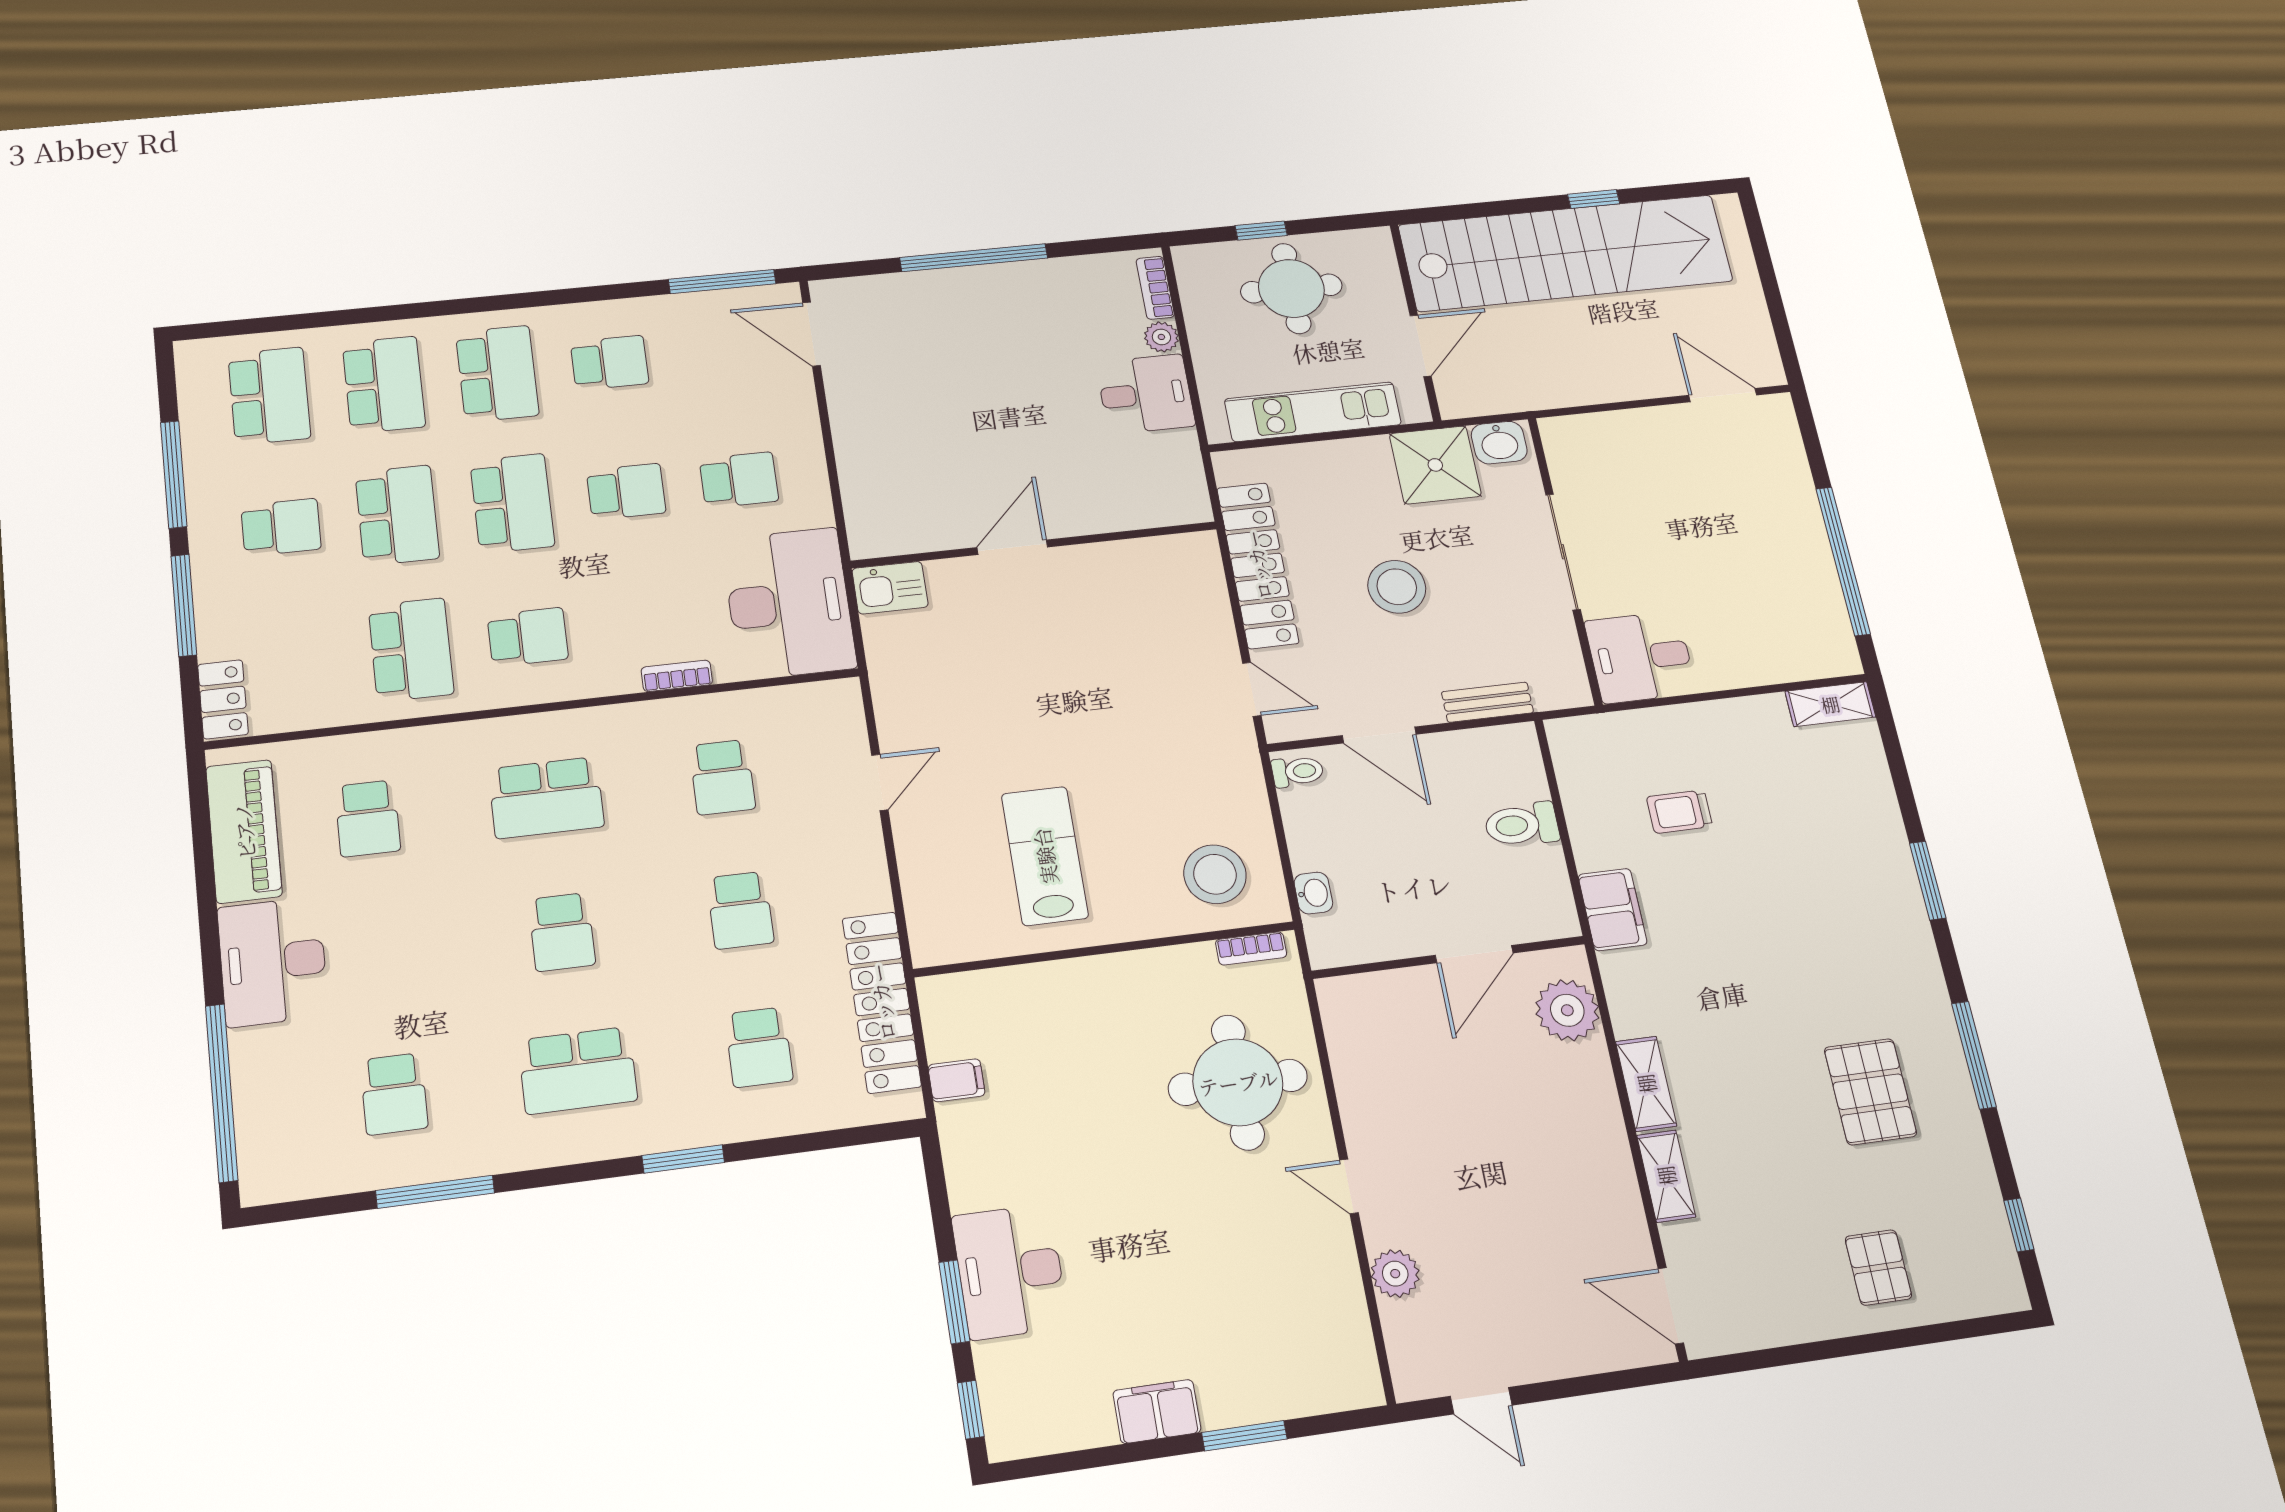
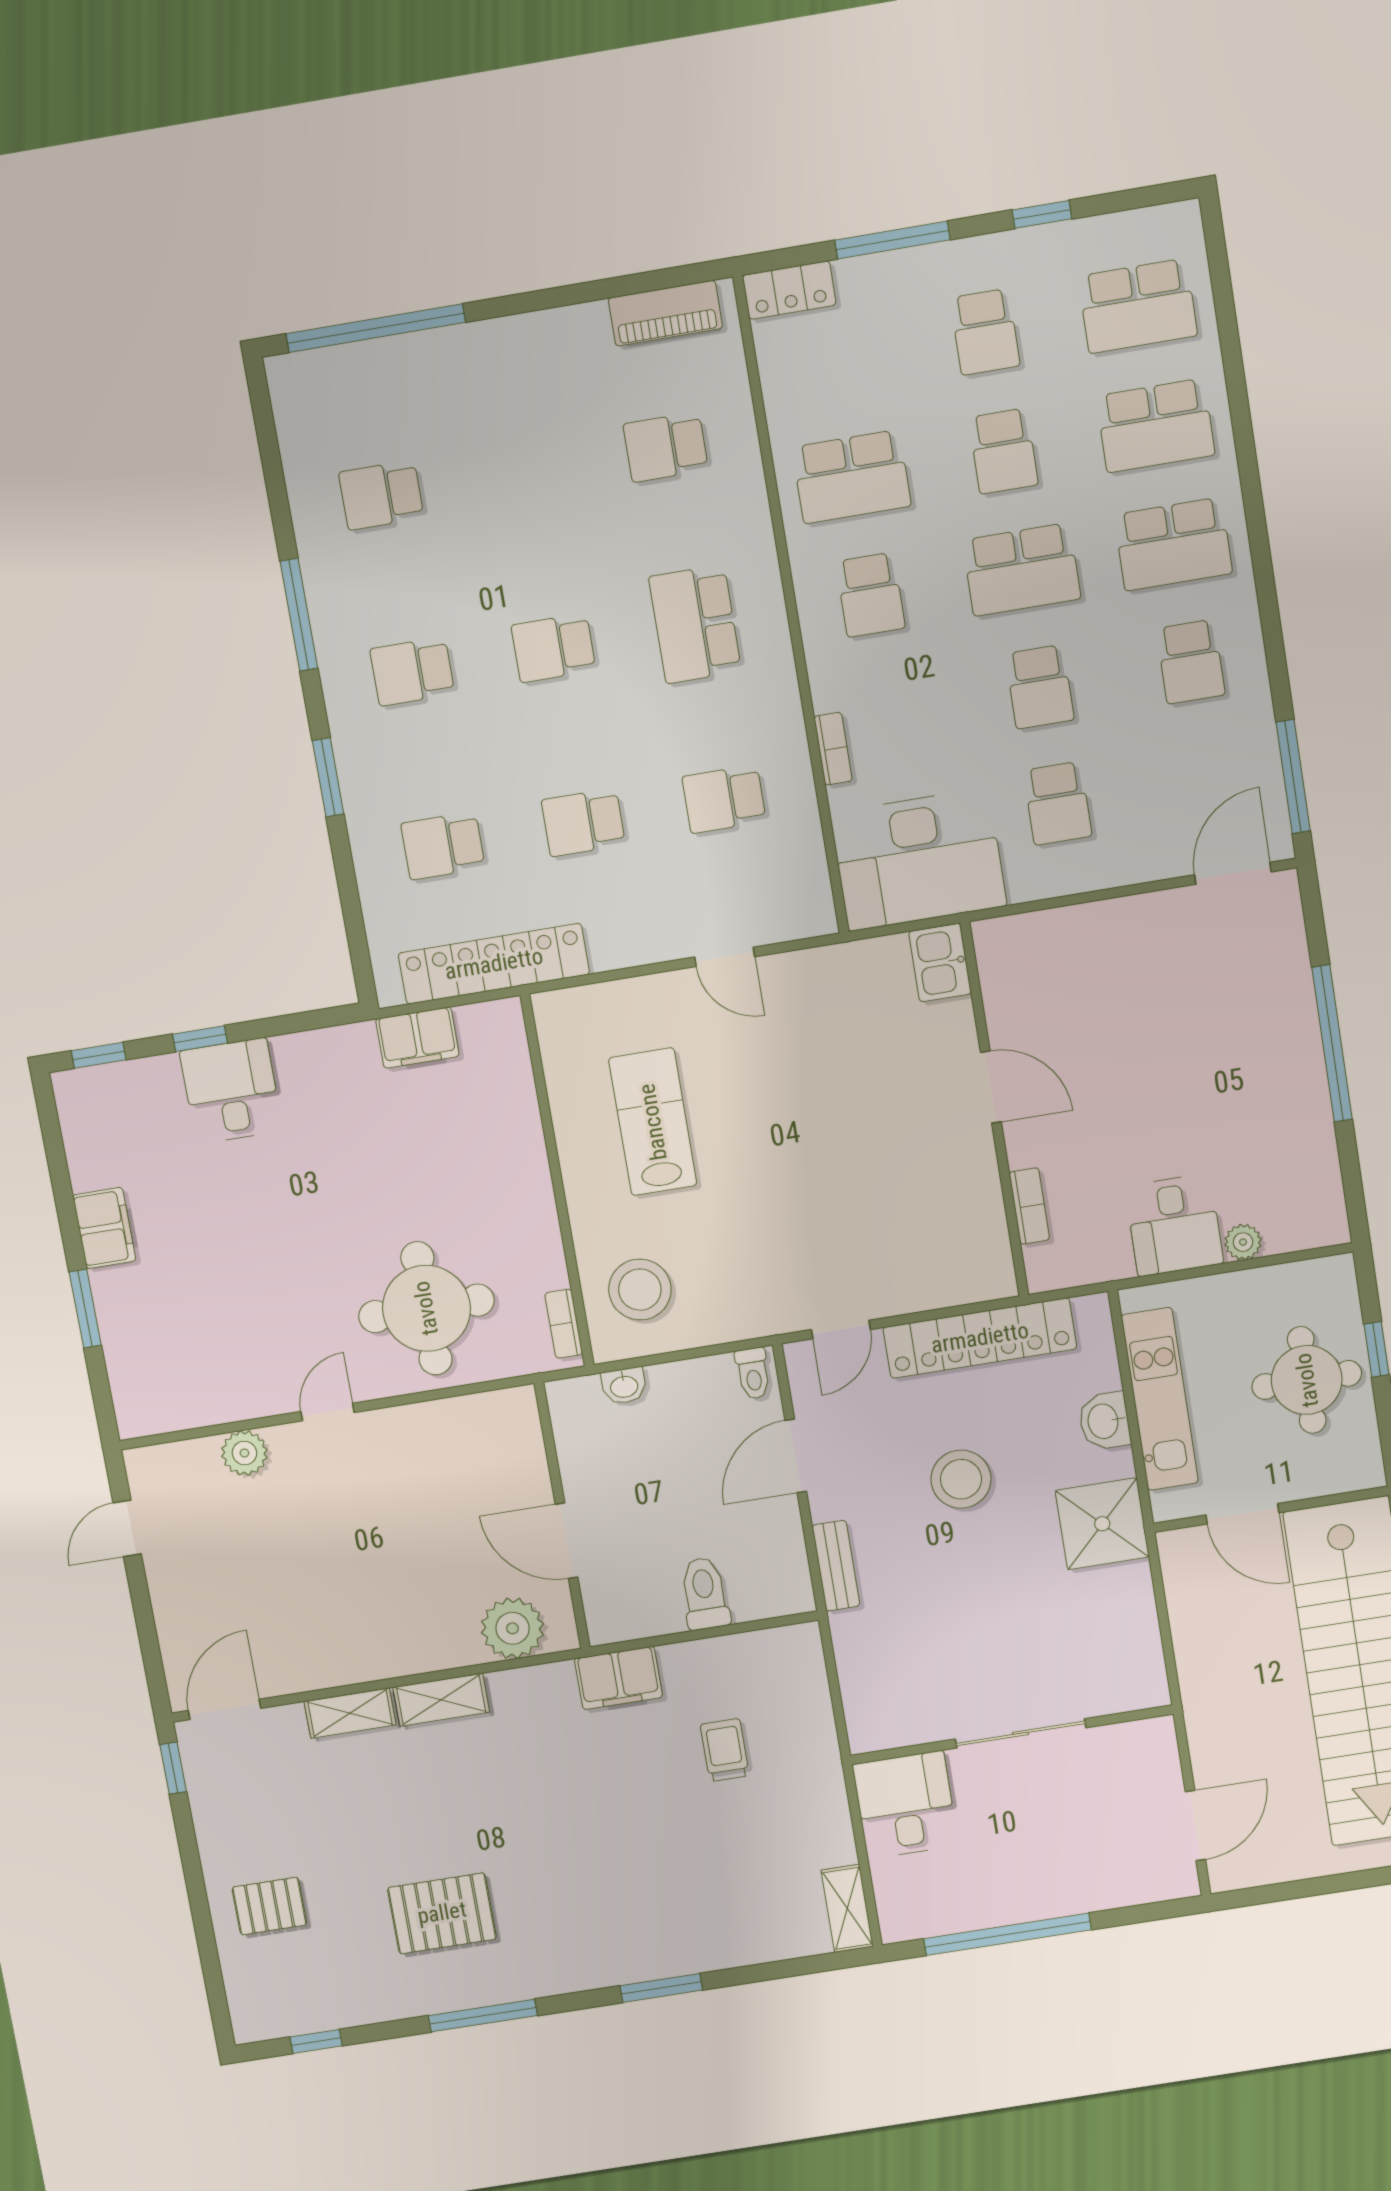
bookcase: (1155, 288) -> (1029, 1206), moved, turned 90
washbasin: (1499, 443) -> (1104, 1421), moved
window: (174, 474) -> (1042, 214), width x0.46
school desk: (397, 515) -> (1003, 451), width x0.54
sliding door: (1563, 552) -> (1021, 1733), moved
wall: (1565, 560) -> (1012, 1735), moved
desk: (1640, 657) -> (905, 1805), moved
piano: (244, 831) -> (665, 313), width x0.73, depth x0.75
lab bench: (1045, 856) -> (653, 1122), turned -90
desk: (273, 962) -> (511, 366), removed
school desk: (578, 1070) -> (412, 671), width x0.54
filing cabinet: (956, 1080) -> (417, 1038), width x2.00
window: (435, 1192) -> (299, 615), moved
desk: (1010, 1271) -> (231, 1091), width x0.73
window: (954, 1302) -> (200, 1039), width x0.67
window: (1738, 1363) -> (173, 1768), added

